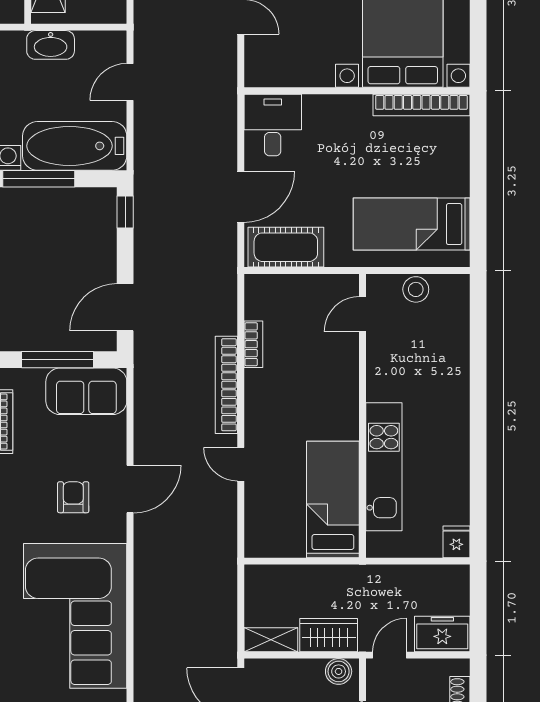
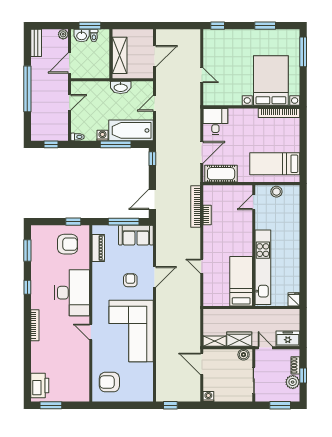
bookcase: (226, 385) -> (196, 206), moved
kitchen unit: (384, 467) -> (263, 267), width x1.36
door: (390, 655) -> (265, 348), hinge flipped

